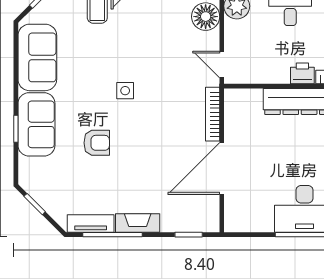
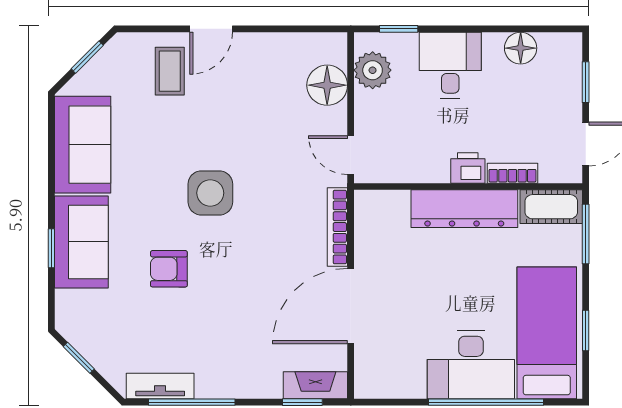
side table: (125, 91) -> (210, 193), width x1.87, depth x1.87
armchair: (97, 143) -> (169, 269), turned 180
fireplace: (138, 223) -> (315, 385), moved

